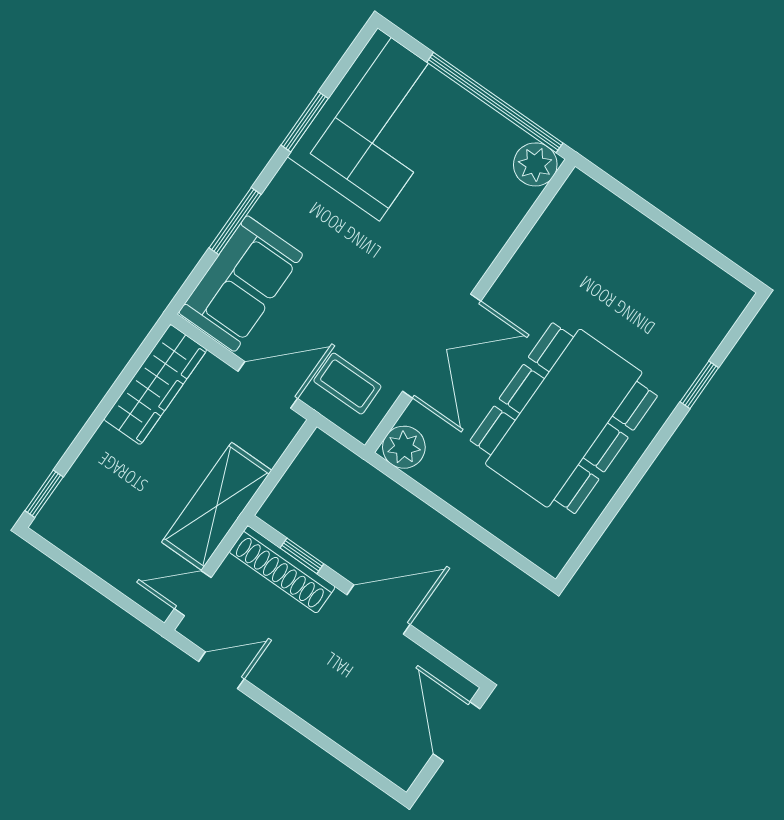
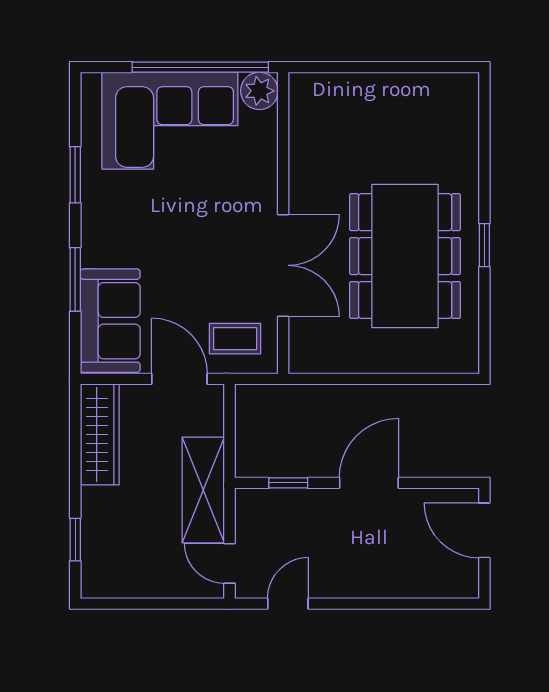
corner sofa: (378, 124) -> (170, 121), moved, turned 90
door: (268, 385) -> (179, 379), hinge flipped
window: (699, 385) -> (484, 245), moved
plant: (404, 447) -> (306, 356), removed
window: (44, 494) -> (75, 540), moved
shoe rack: (282, 569) -> (281, 502), removed
door: (193, 593) -> (229, 563), hinge flipped

